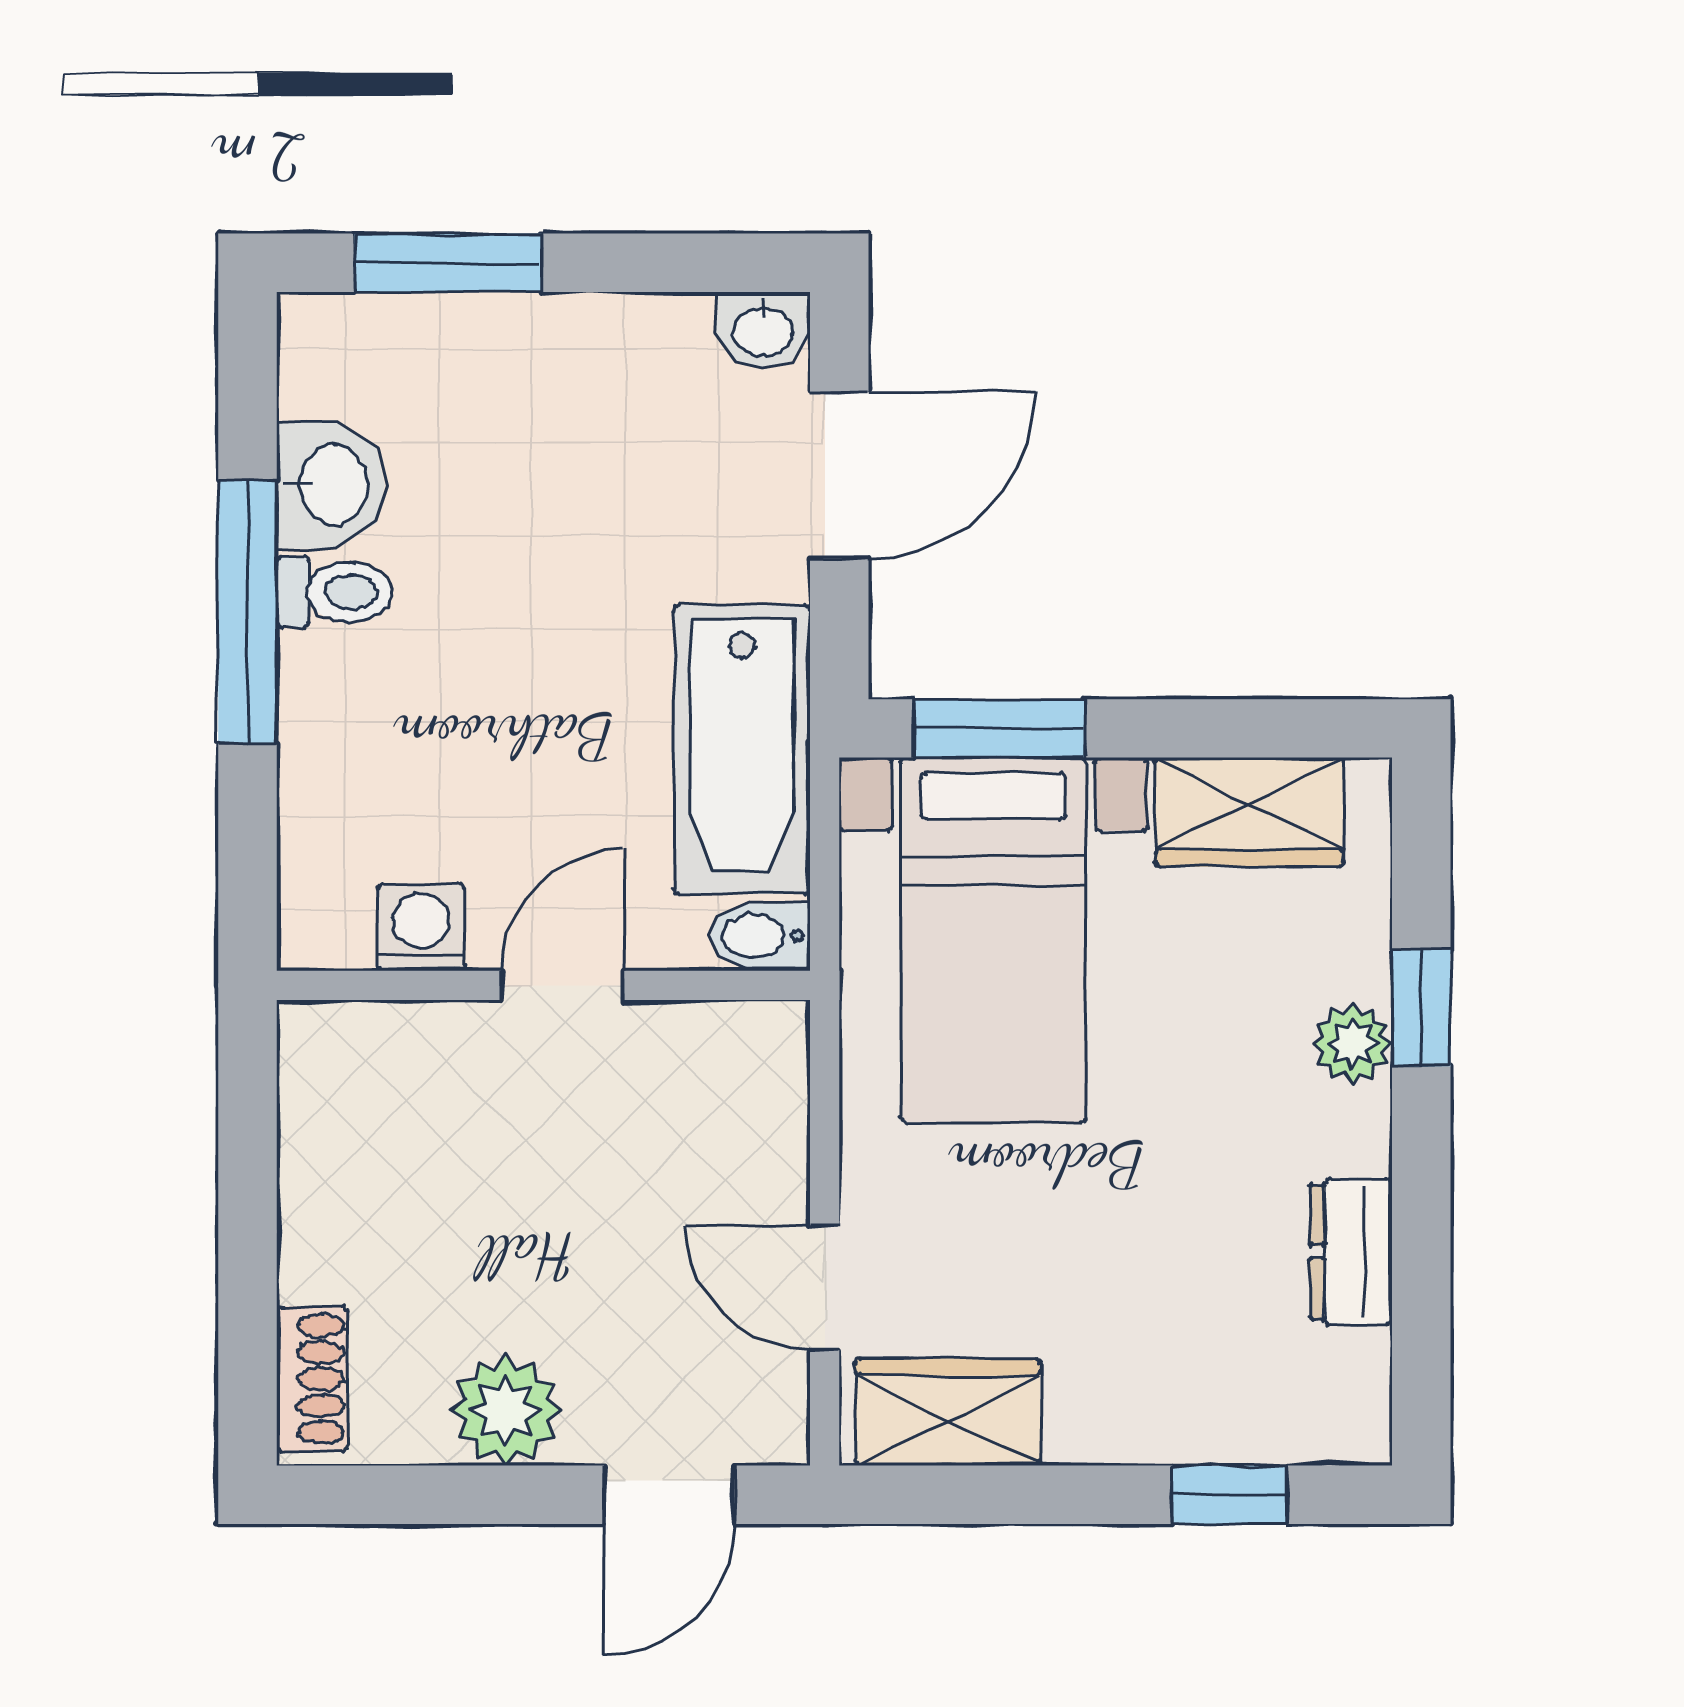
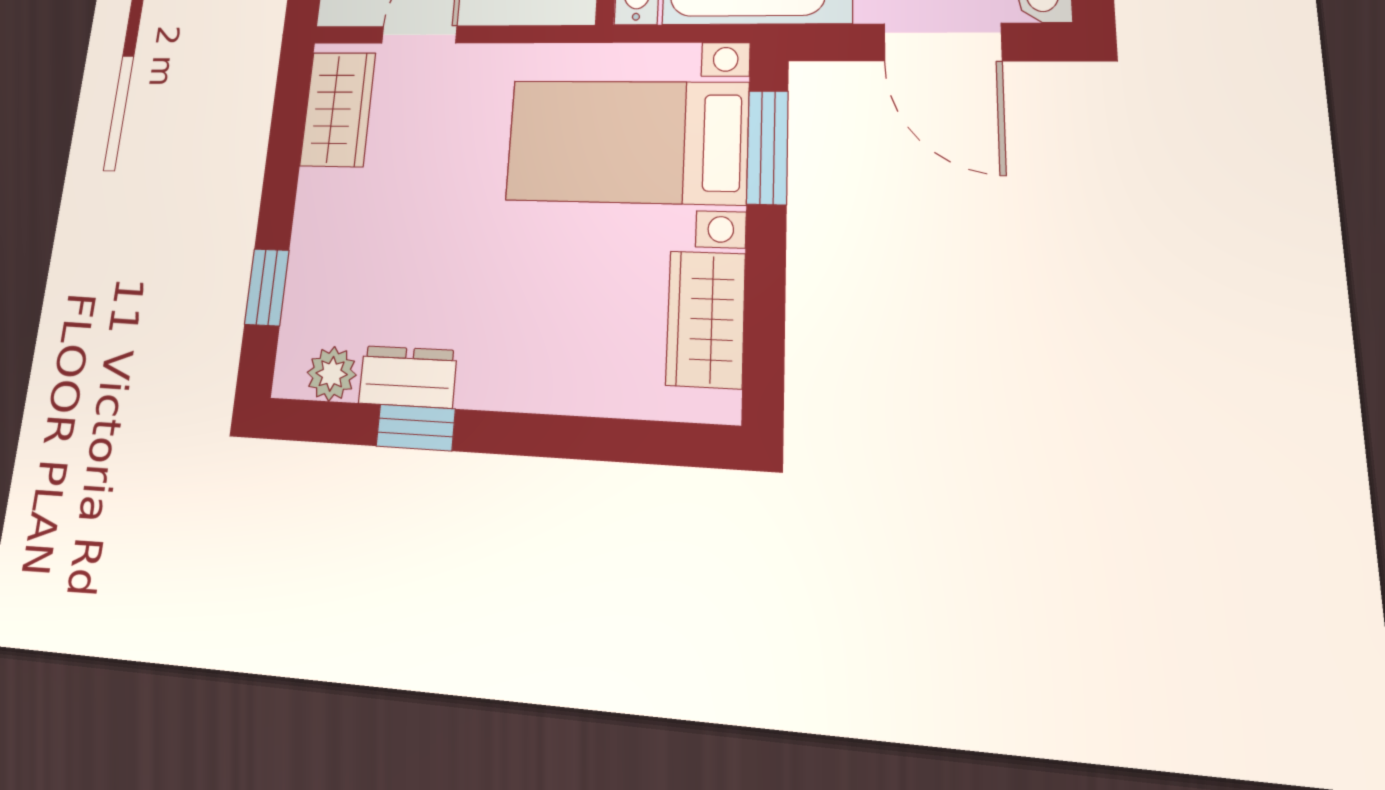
window: (1421, 1008) -> (416, 427), moved
plant: (1352, 1044) -> (332, 374), moved

